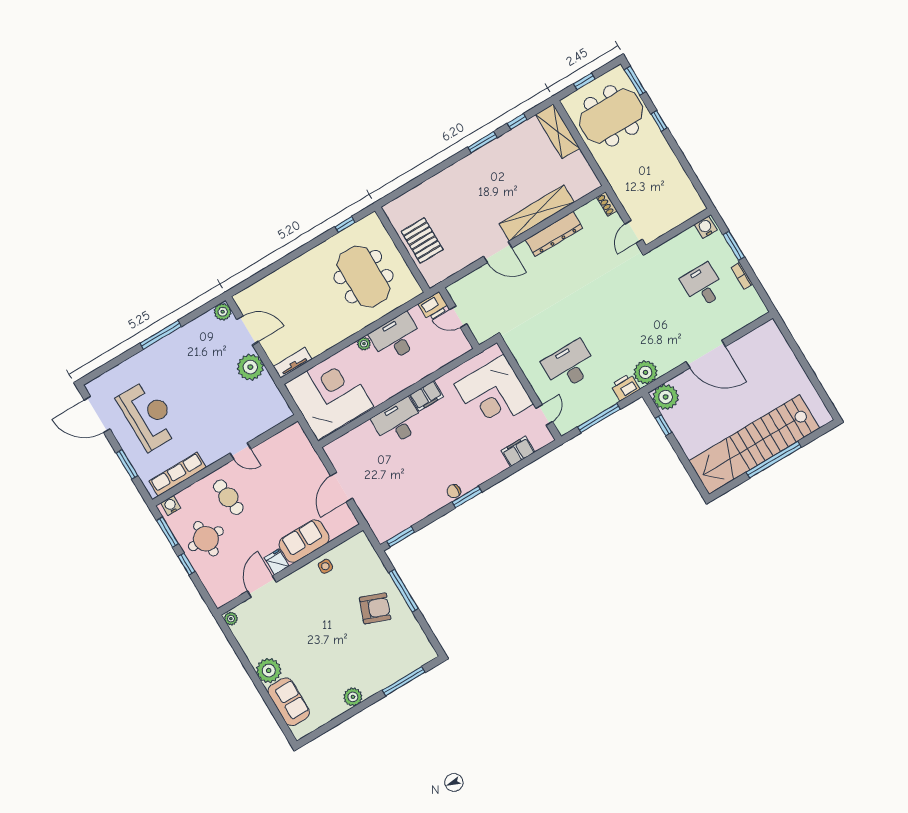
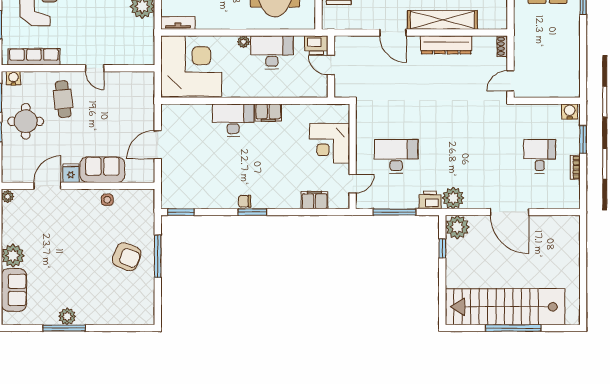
corner desk: (494, 394) -> (330, 143), width x0.74, depth x0.74
window: (404, 681) -> (64, 328), moved

